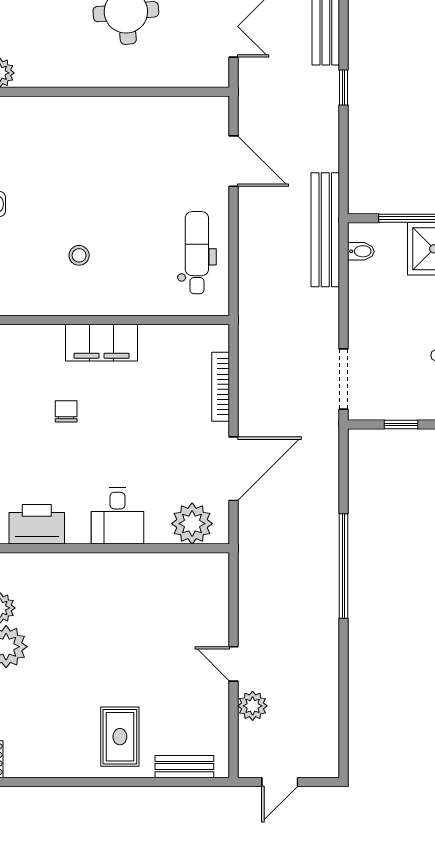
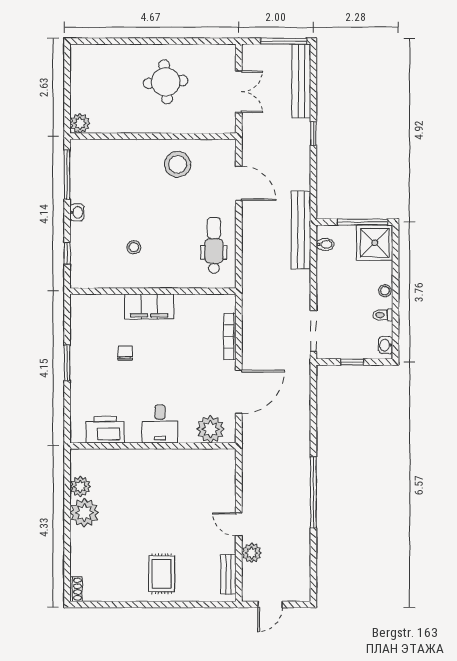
stool: (143, 133) -> (178, 164), added
window: (344, 566) -> (313, 492), moved
bench: (184, 767) -> (228, 574), moved, turned 90

